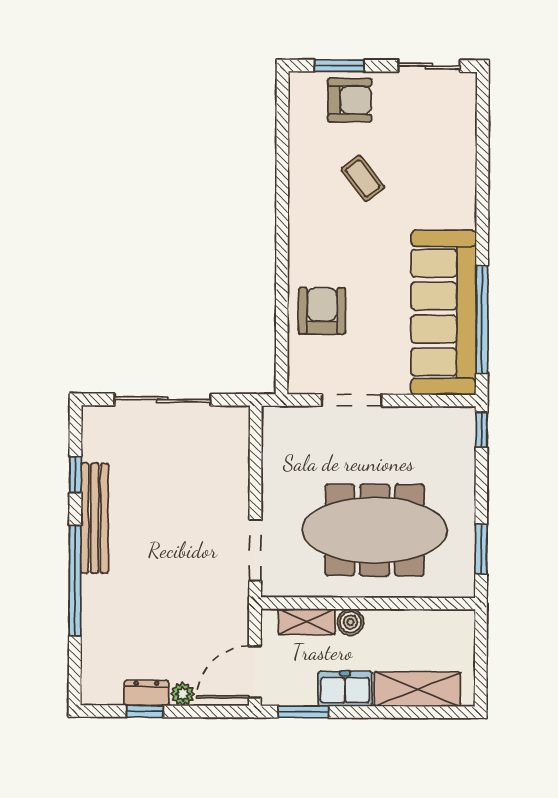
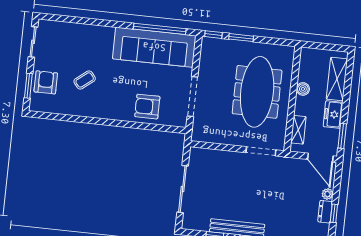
doorway: (352, 400) -> (192, 97), width x1.36
window: (481, 549) -> (241, 38), moved
boiler: (351, 622) -> (303, 89), moved

